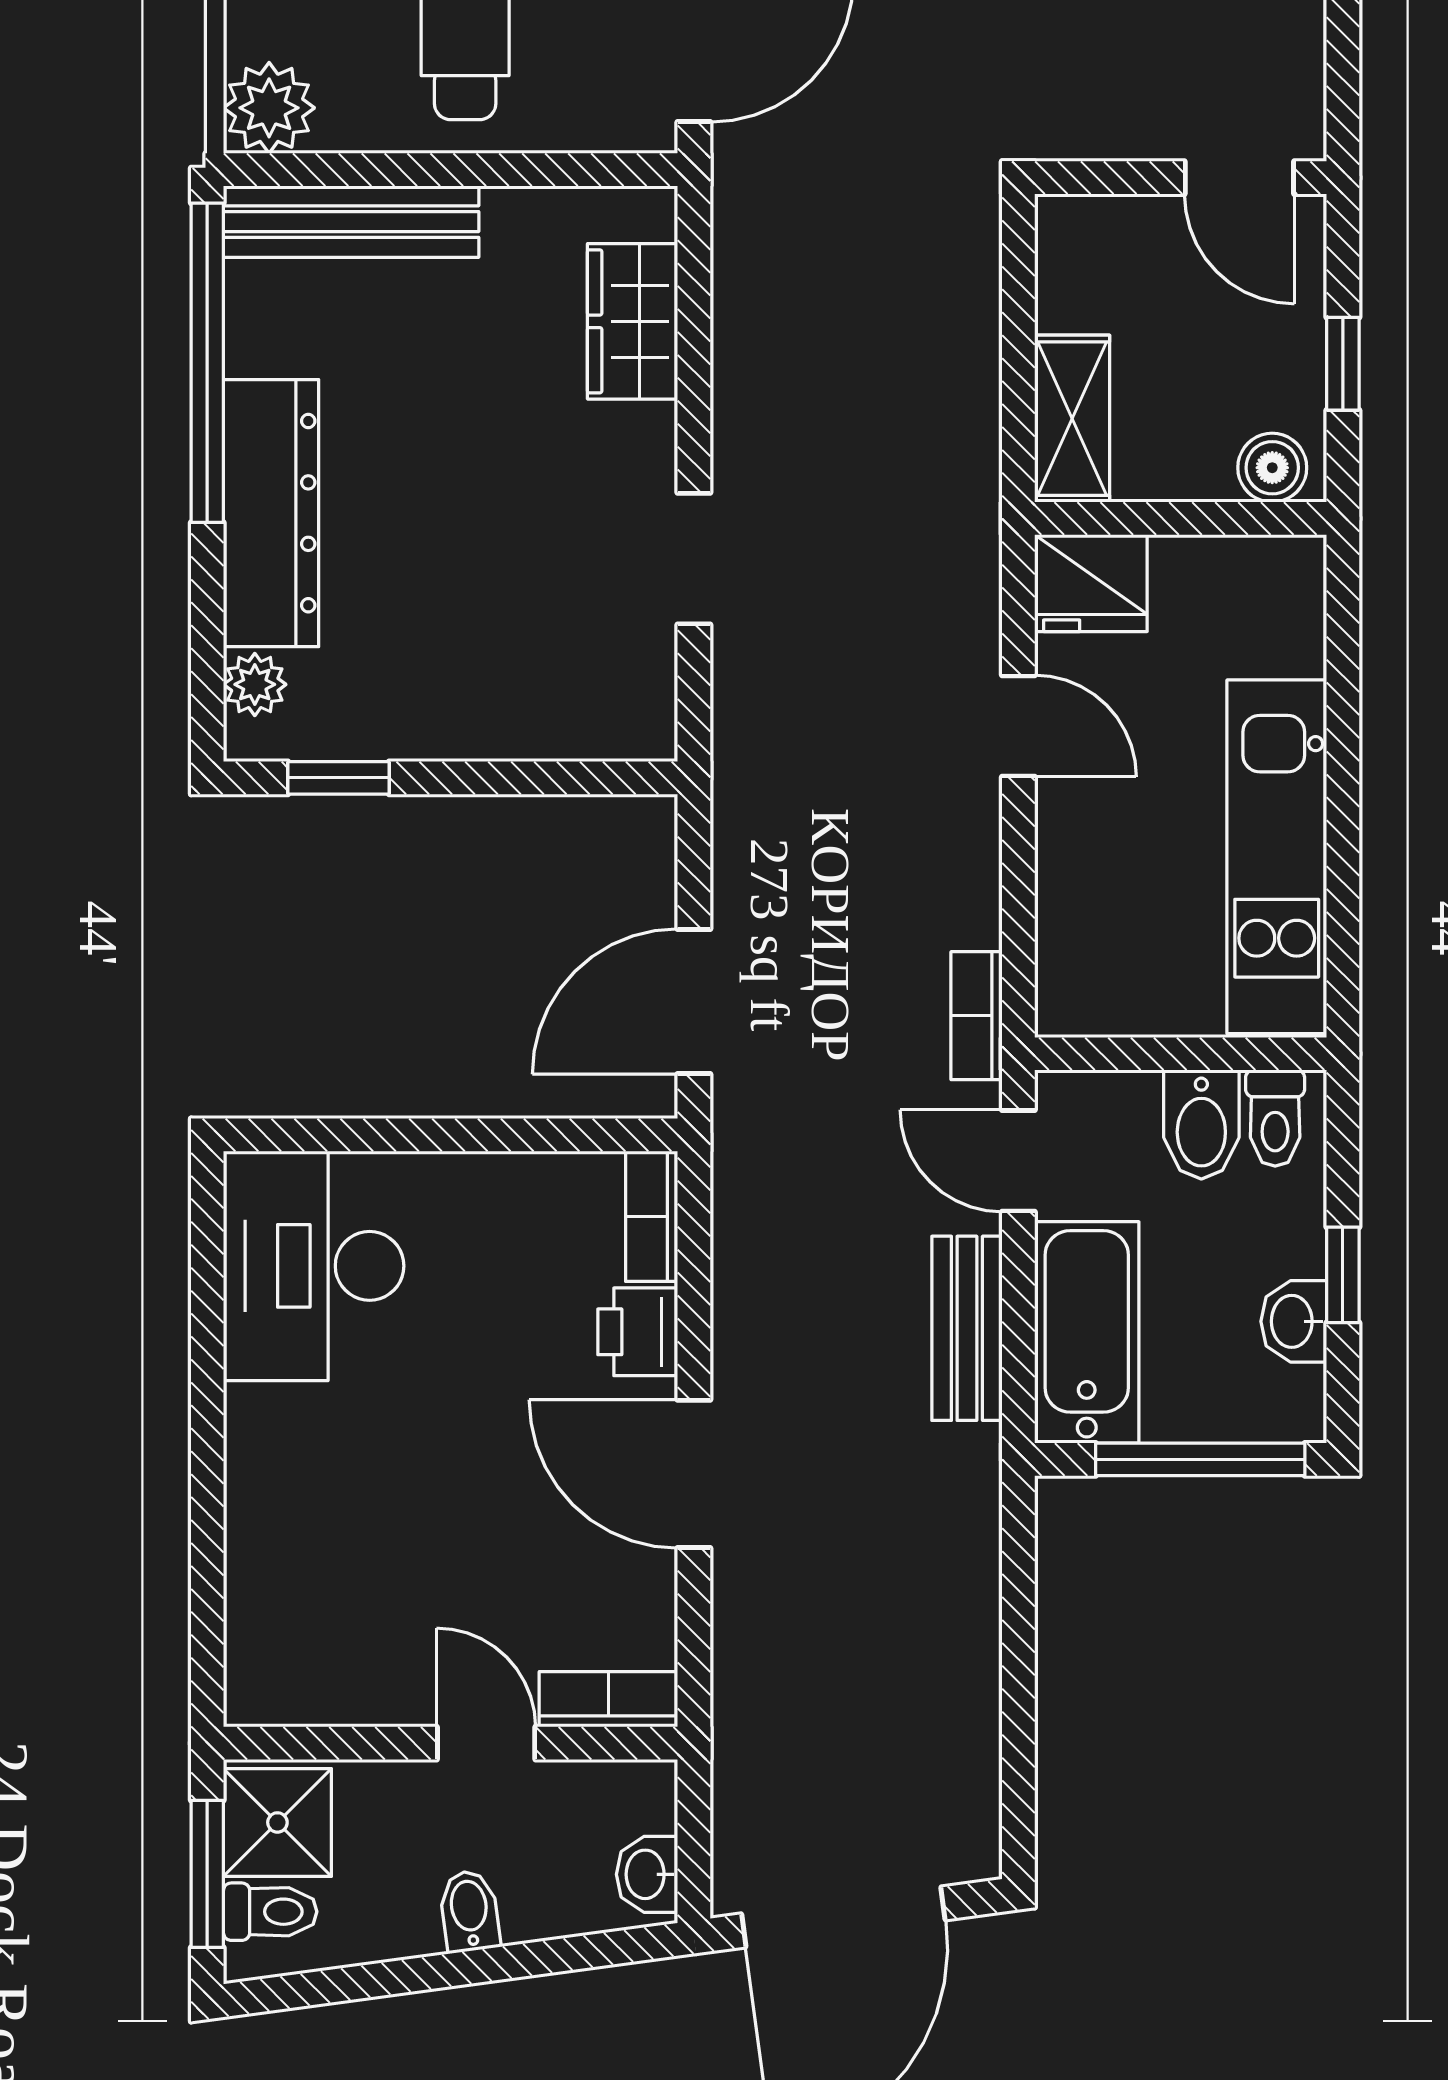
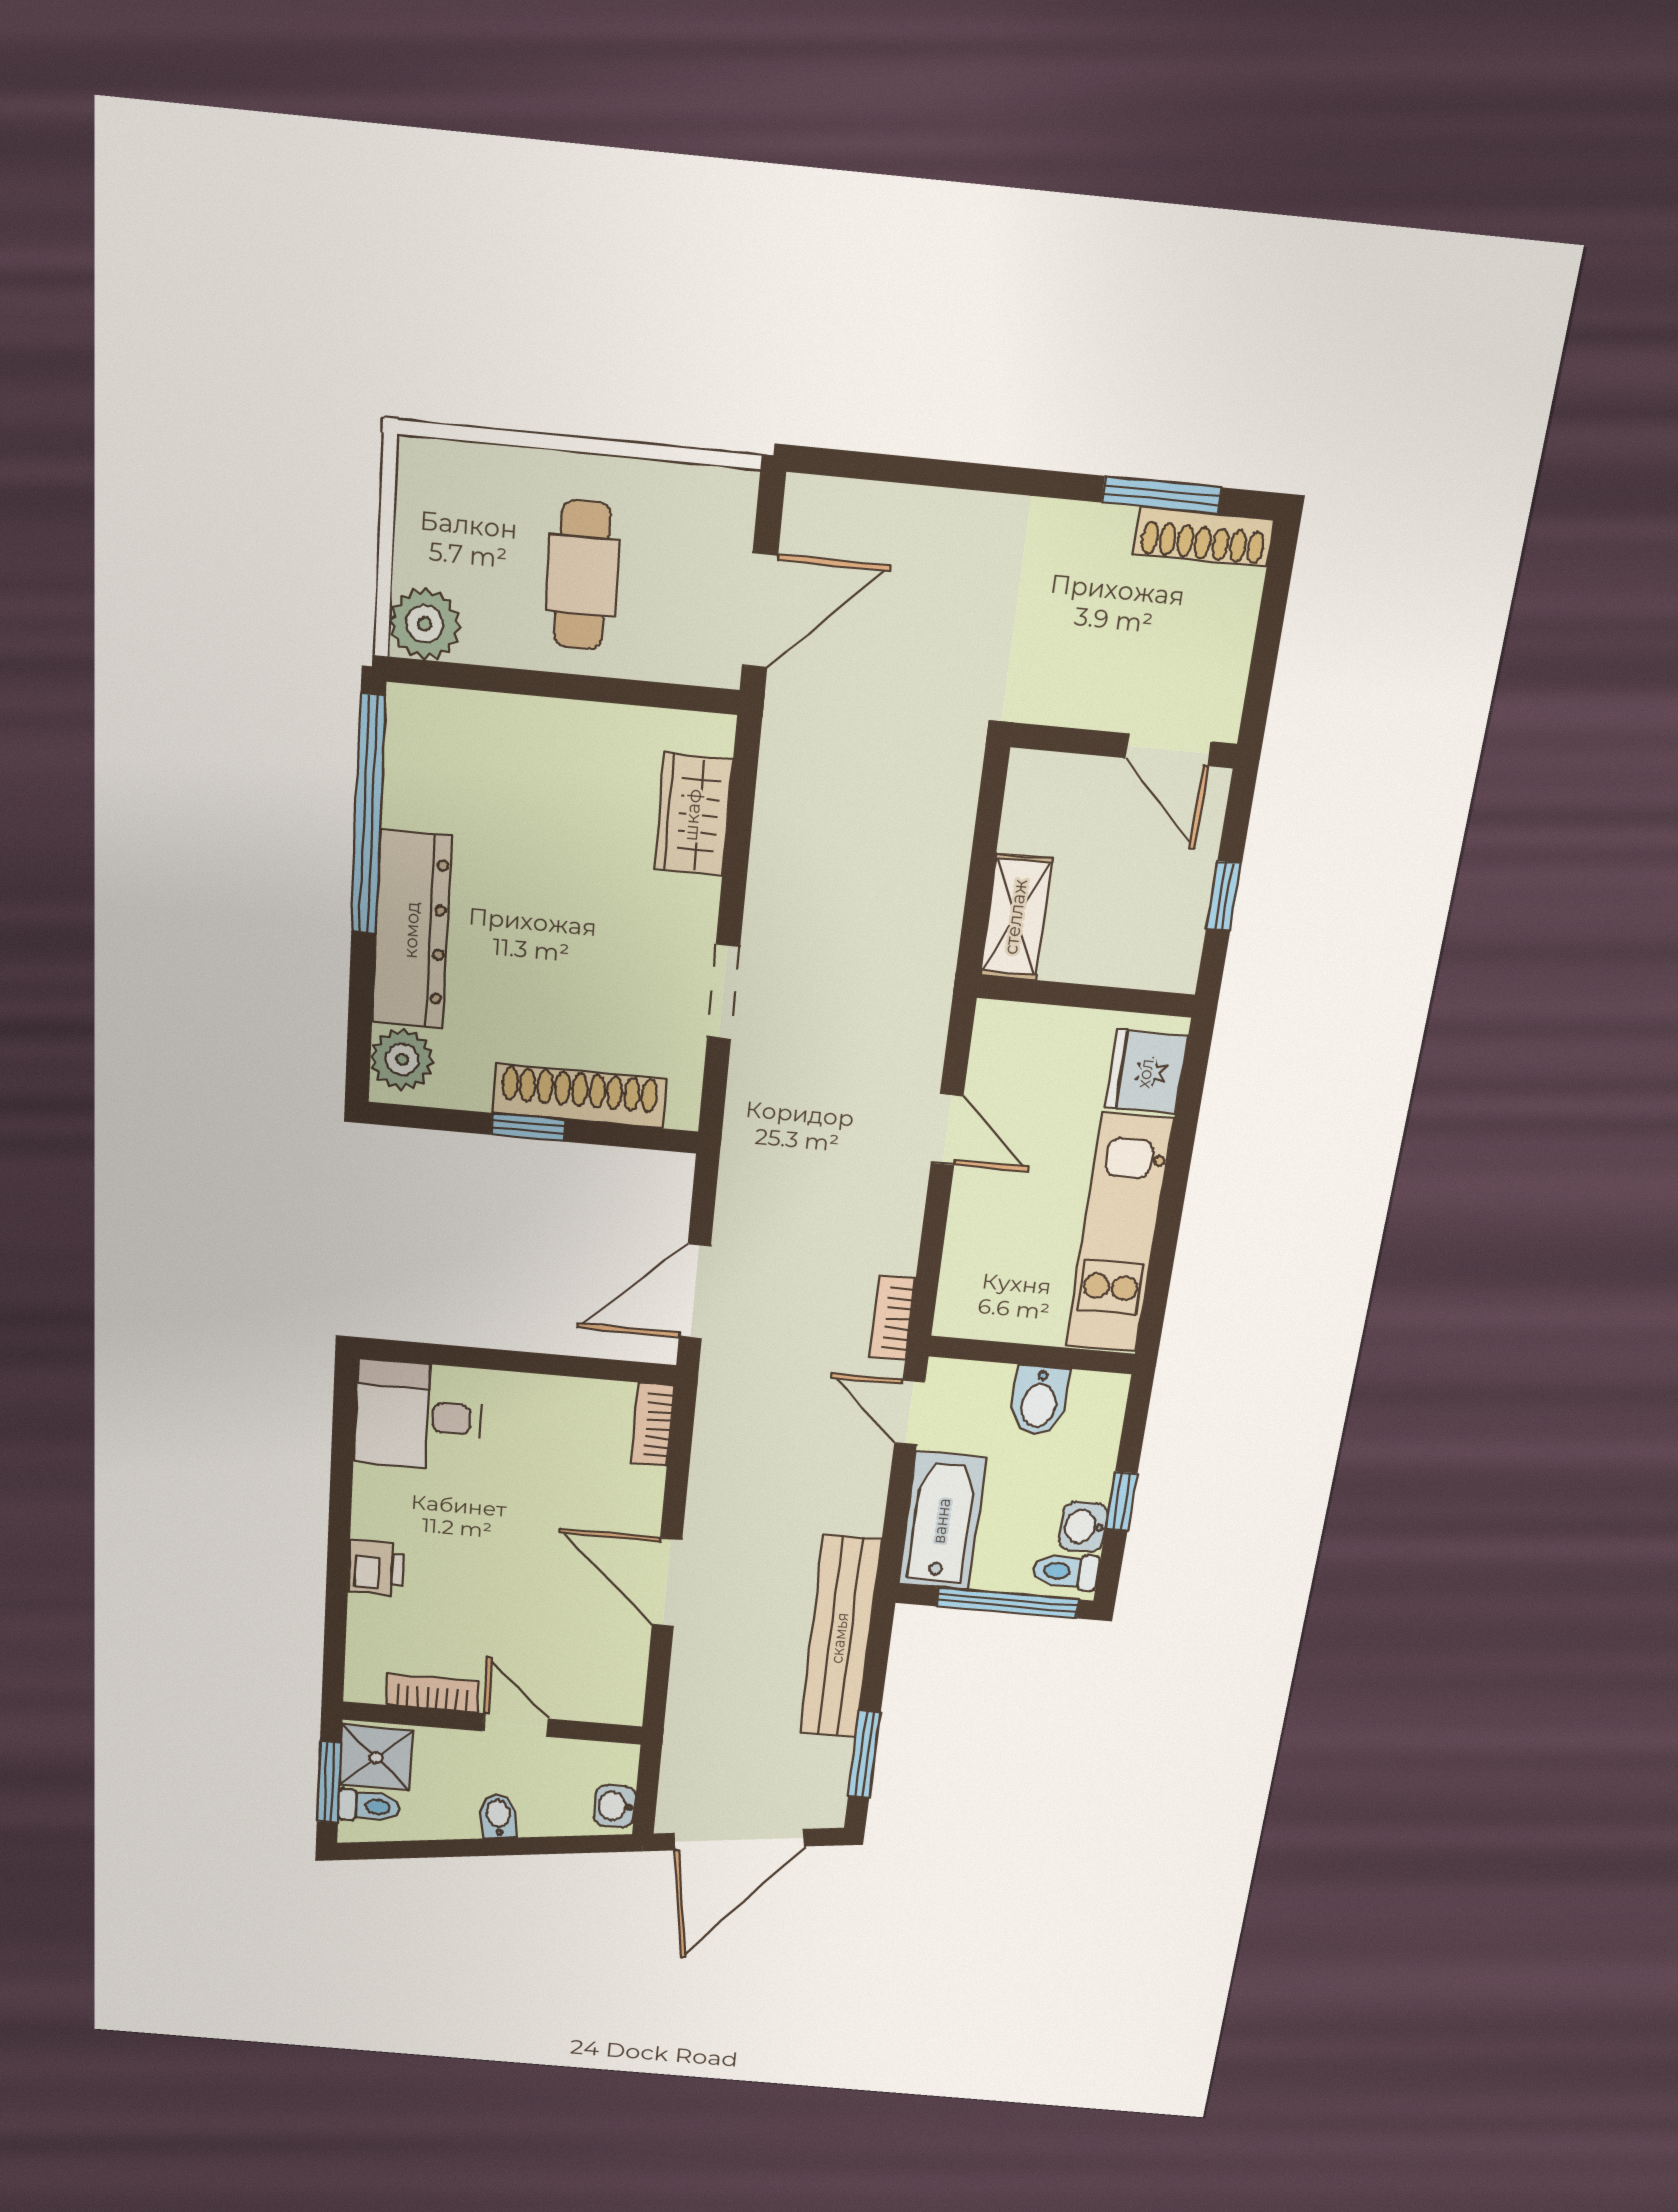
bench: (351, 222) -> (484, 719), removed
boiler: (1272, 468) -> (1159, 966), removed
fridge: (1091, 583) -> (1146, 1072), moved, turned 90
plant: (255, 684) -> (402, 1059), width x1.38, depth x1.38
shoe rack: (511, 726) -> (579, 1096), added
window: (338, 778) -> (528, 1127), moved
toilet: (1275, 1118) -> (1066, 1571), moved, turned 90
desk: (314, 1266) -> (418, 1416), width x0.73
bench: (967, 1328) -> (840, 1638), moved, width x1.86, depth x1.21
printer: (638, 1332) -> (376, 1568), moved, turned 180
bookcase: (608, 1699) -> (432, 1693), moved
window: (1018, 1744) -> (864, 1755), added

